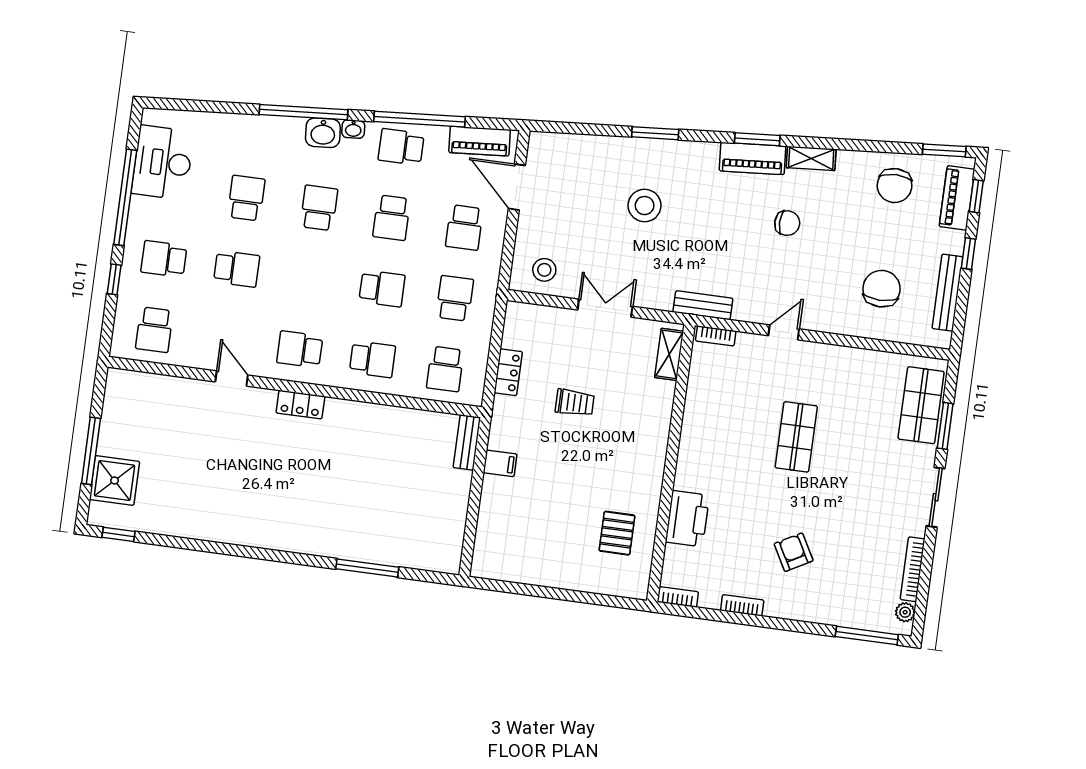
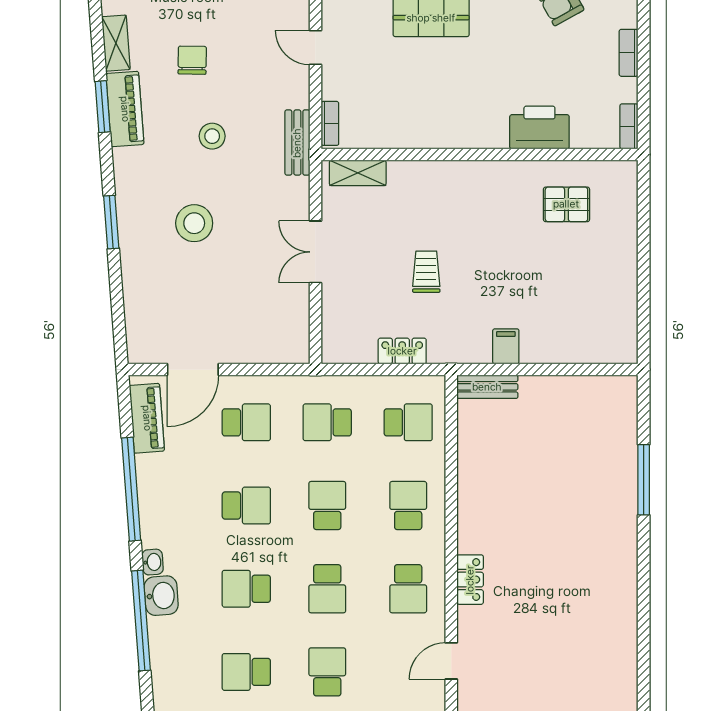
school desk: (401, 147) -> (327, 589), moved
stool: (544, 270) -> (212, 136), moved

